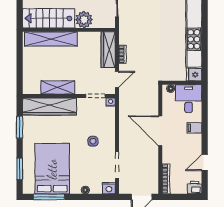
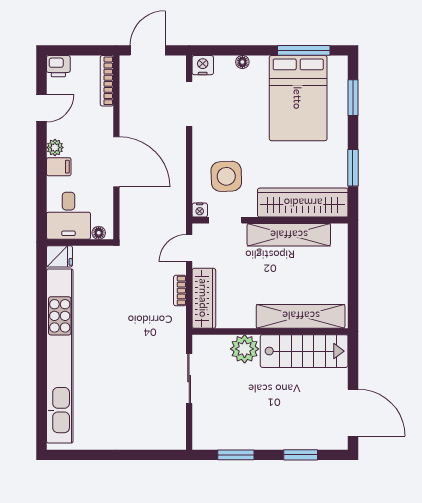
shelving: (58, 87) -> (289, 235), width x1.47
plant: (197, 139) -> (55, 147), added
side table: (93, 141) -> (226, 176), moved, width x1.87, depth x1.87

